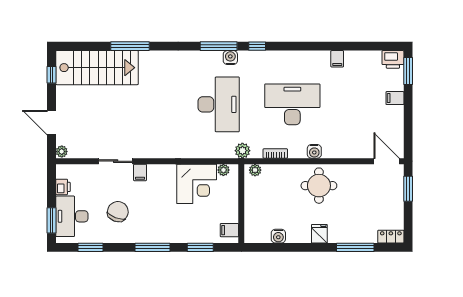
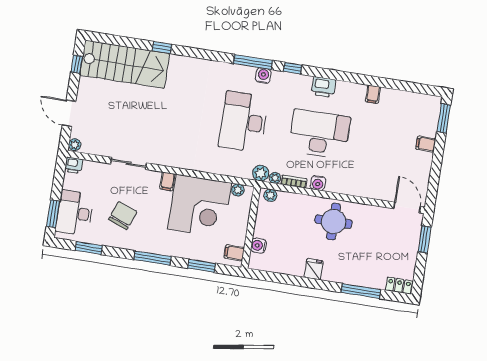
window: (130, 46) -> (162, 48), width x0.46
printer: (393, 59) -> (323, 87), moved
desk: (219, 104) -> (244, 122), turned 180
water cooler: (314, 151) -> (318, 183), moved
plant: (257, 153) -> (275, 178), added
filing cabinet: (140, 172) -> (167, 181), moved
corner desk: (197, 184) -> (200, 206), width x1.36, depth x1.36
printer: (63, 187) -> (74, 165), moved, turned 90
fridge: (319, 234) -> (314, 269), moved
water cooler: (278, 236) -> (258, 246), moved, turned 90

